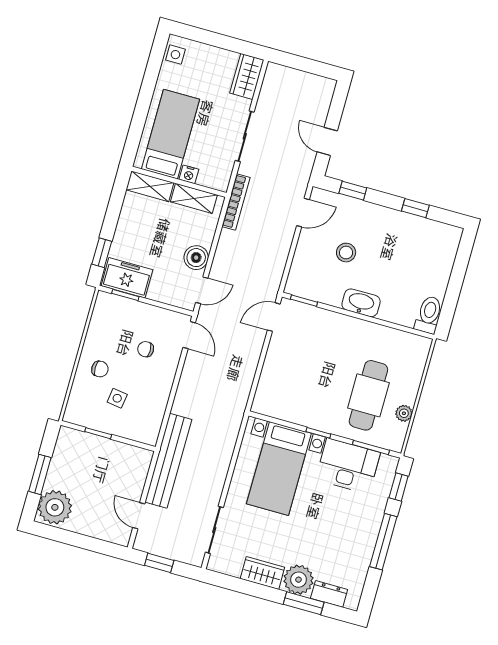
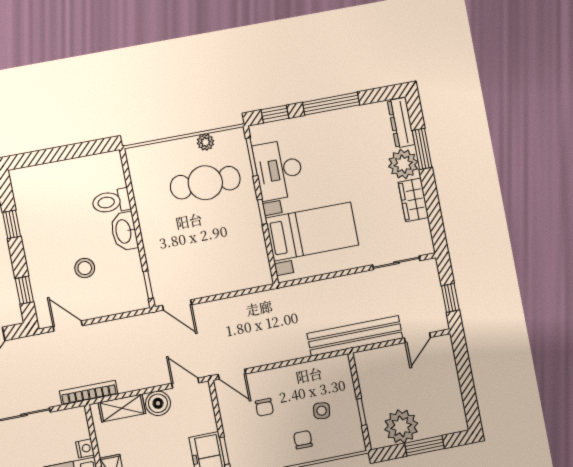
shelving: (194, 198) -> (122, 408), moved, turned 90
toilet: (429, 315) -> (111, 202), moved
door: (189, 335) -> (232, 374), swing flipped
plant: (55, 507) -> (401, 426), moved
dresser: (329, 594) -> (401, 123), width x1.44

